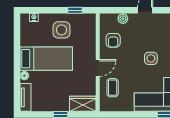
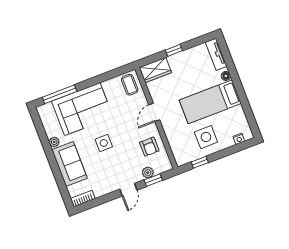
window: (121, 10) -> (153, 180), added
armchair: (113, 40) -> (149, 147), turned 180
coffee table: (113, 88) -> (130, 85), moved

